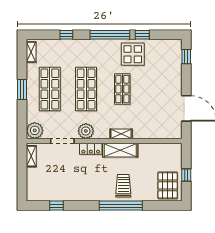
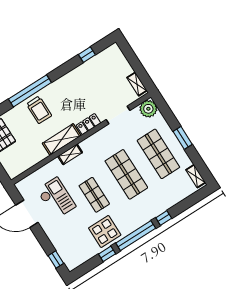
window: (66, 35) -> (164, 218), moved
checkout: (155, 106) -> (56, 198), added
plant: (86, 131) -> (103, 137), removed

